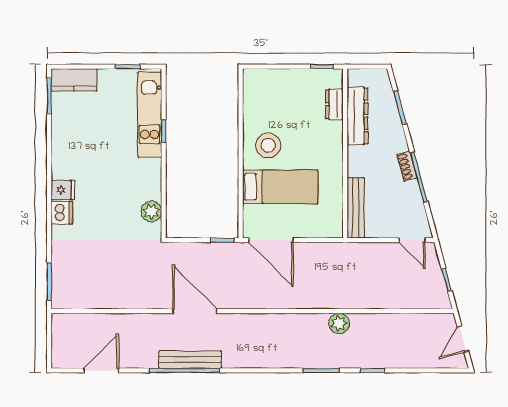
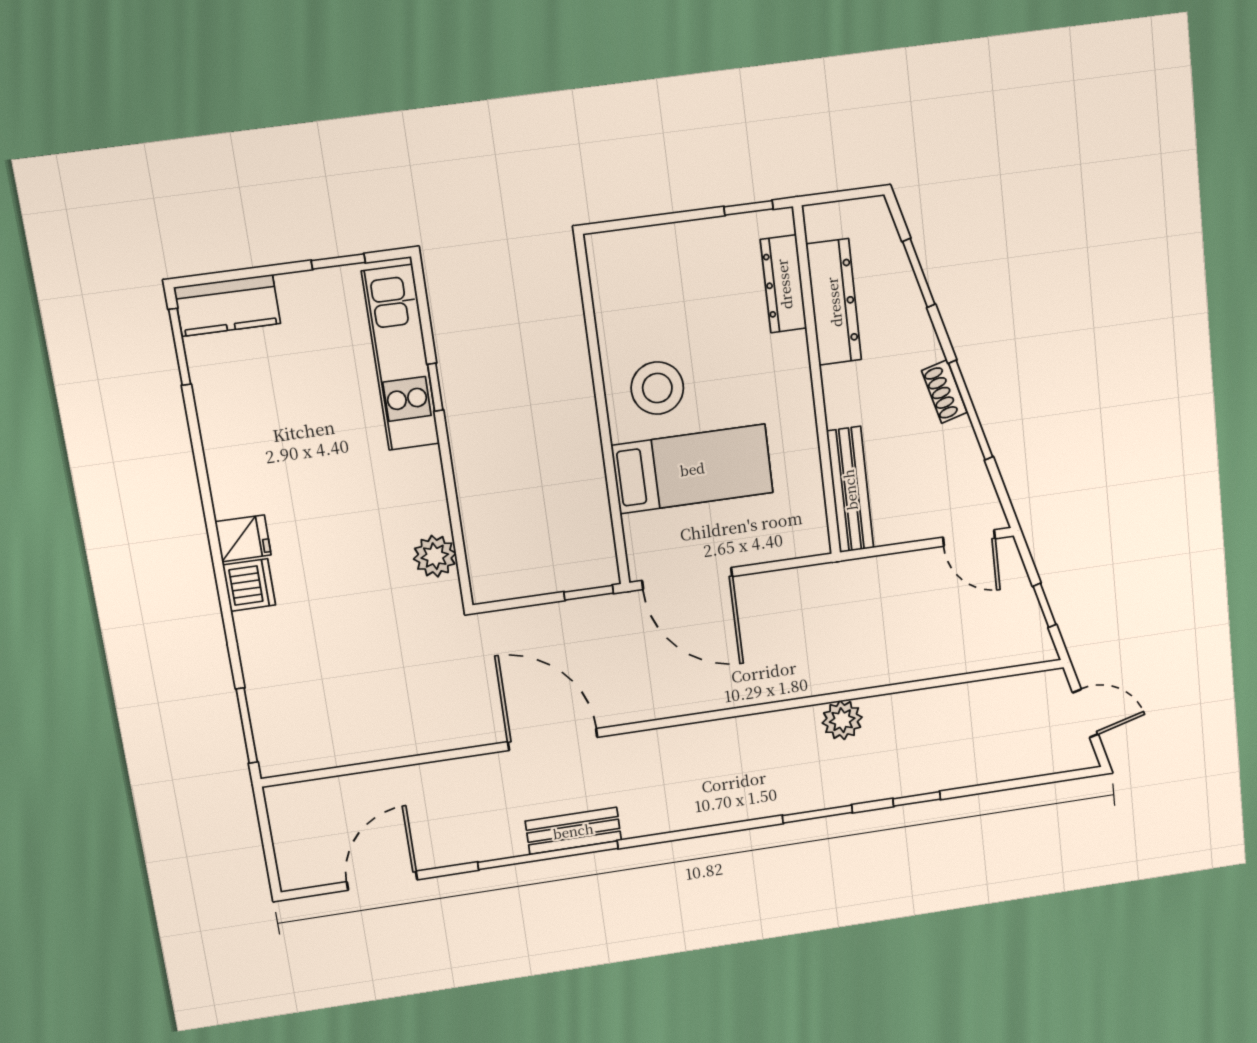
dresser: (334, 104) -> (784, 284), width x1.44
door: (463, 339) -> (1085, 713), swing flipped
bench: (190, 360) -> (573, 831), width x0.73

